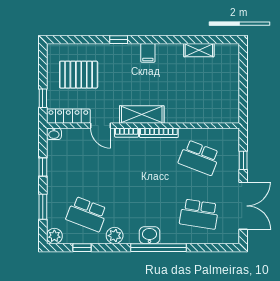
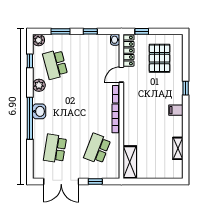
shelving: (142, 114) -> (130, 162), moved
school desk: (87, 214) -> (55, 64), turned -36

